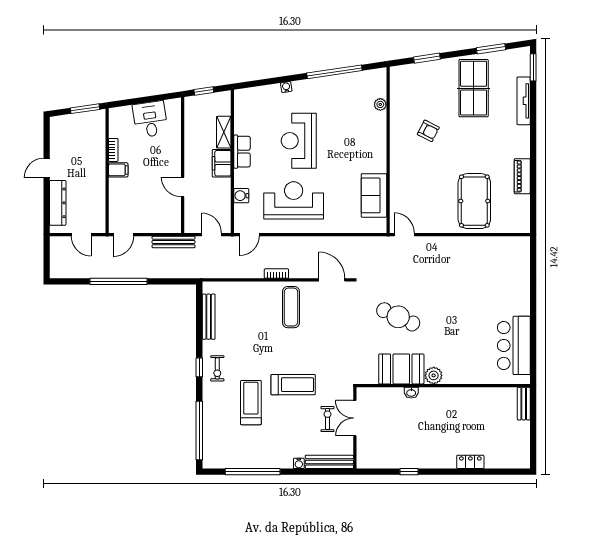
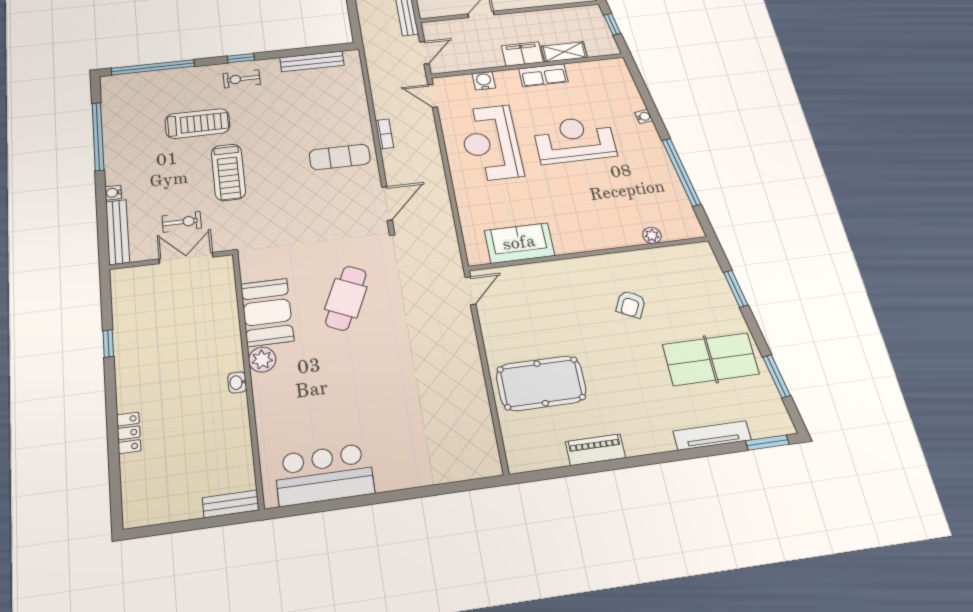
reception desk: (294, 200) -> (491, 143), turned 180
washbasin: (411, 393) -> (237, 382), moved

